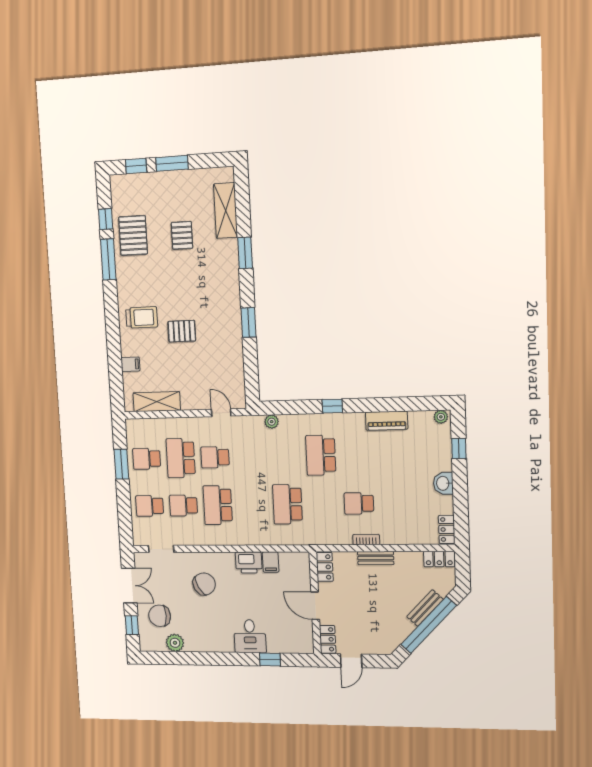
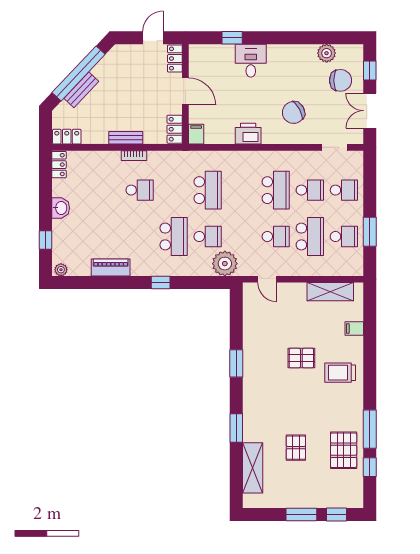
plant: (272, 422) -> (225, 264), width x1.88, depth x1.88
school desk: (285, 456) -> (208, 236), added
filing cabinet: (271, 562) -> (196, 134), moved

